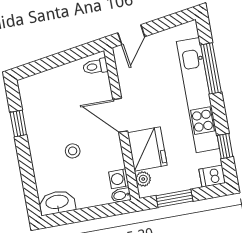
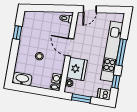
window: (211, 68) -> (121, 52), moved

